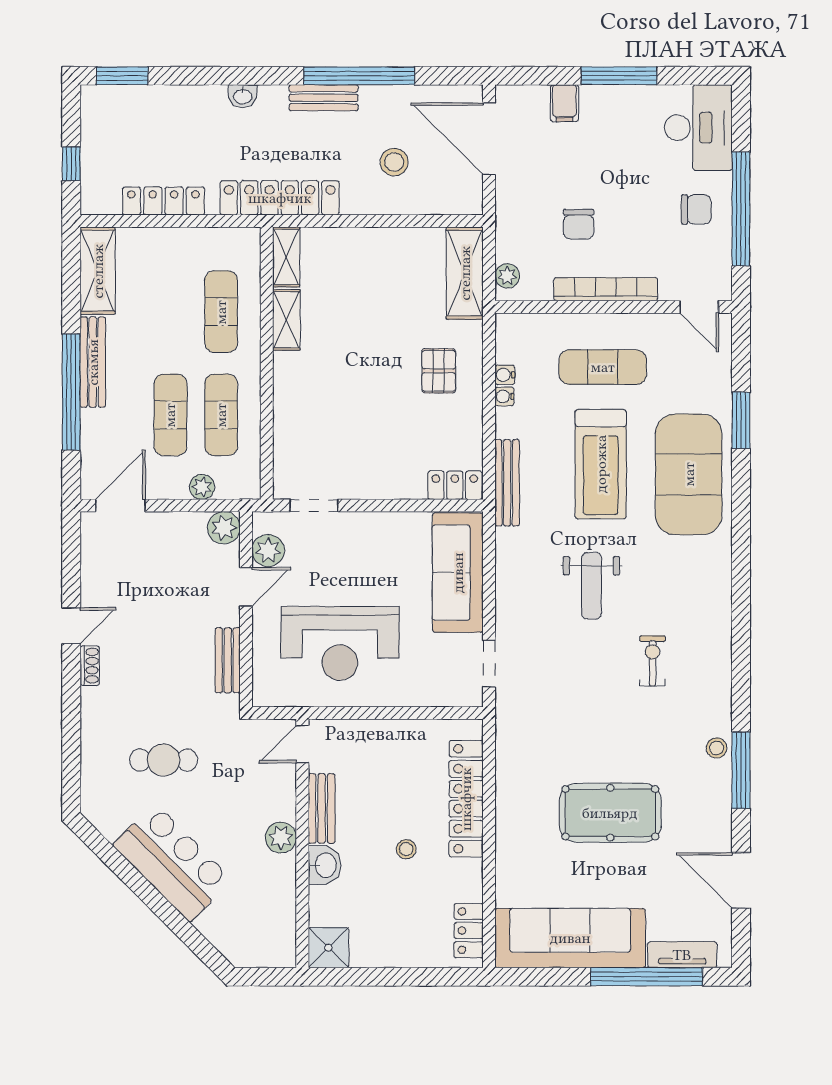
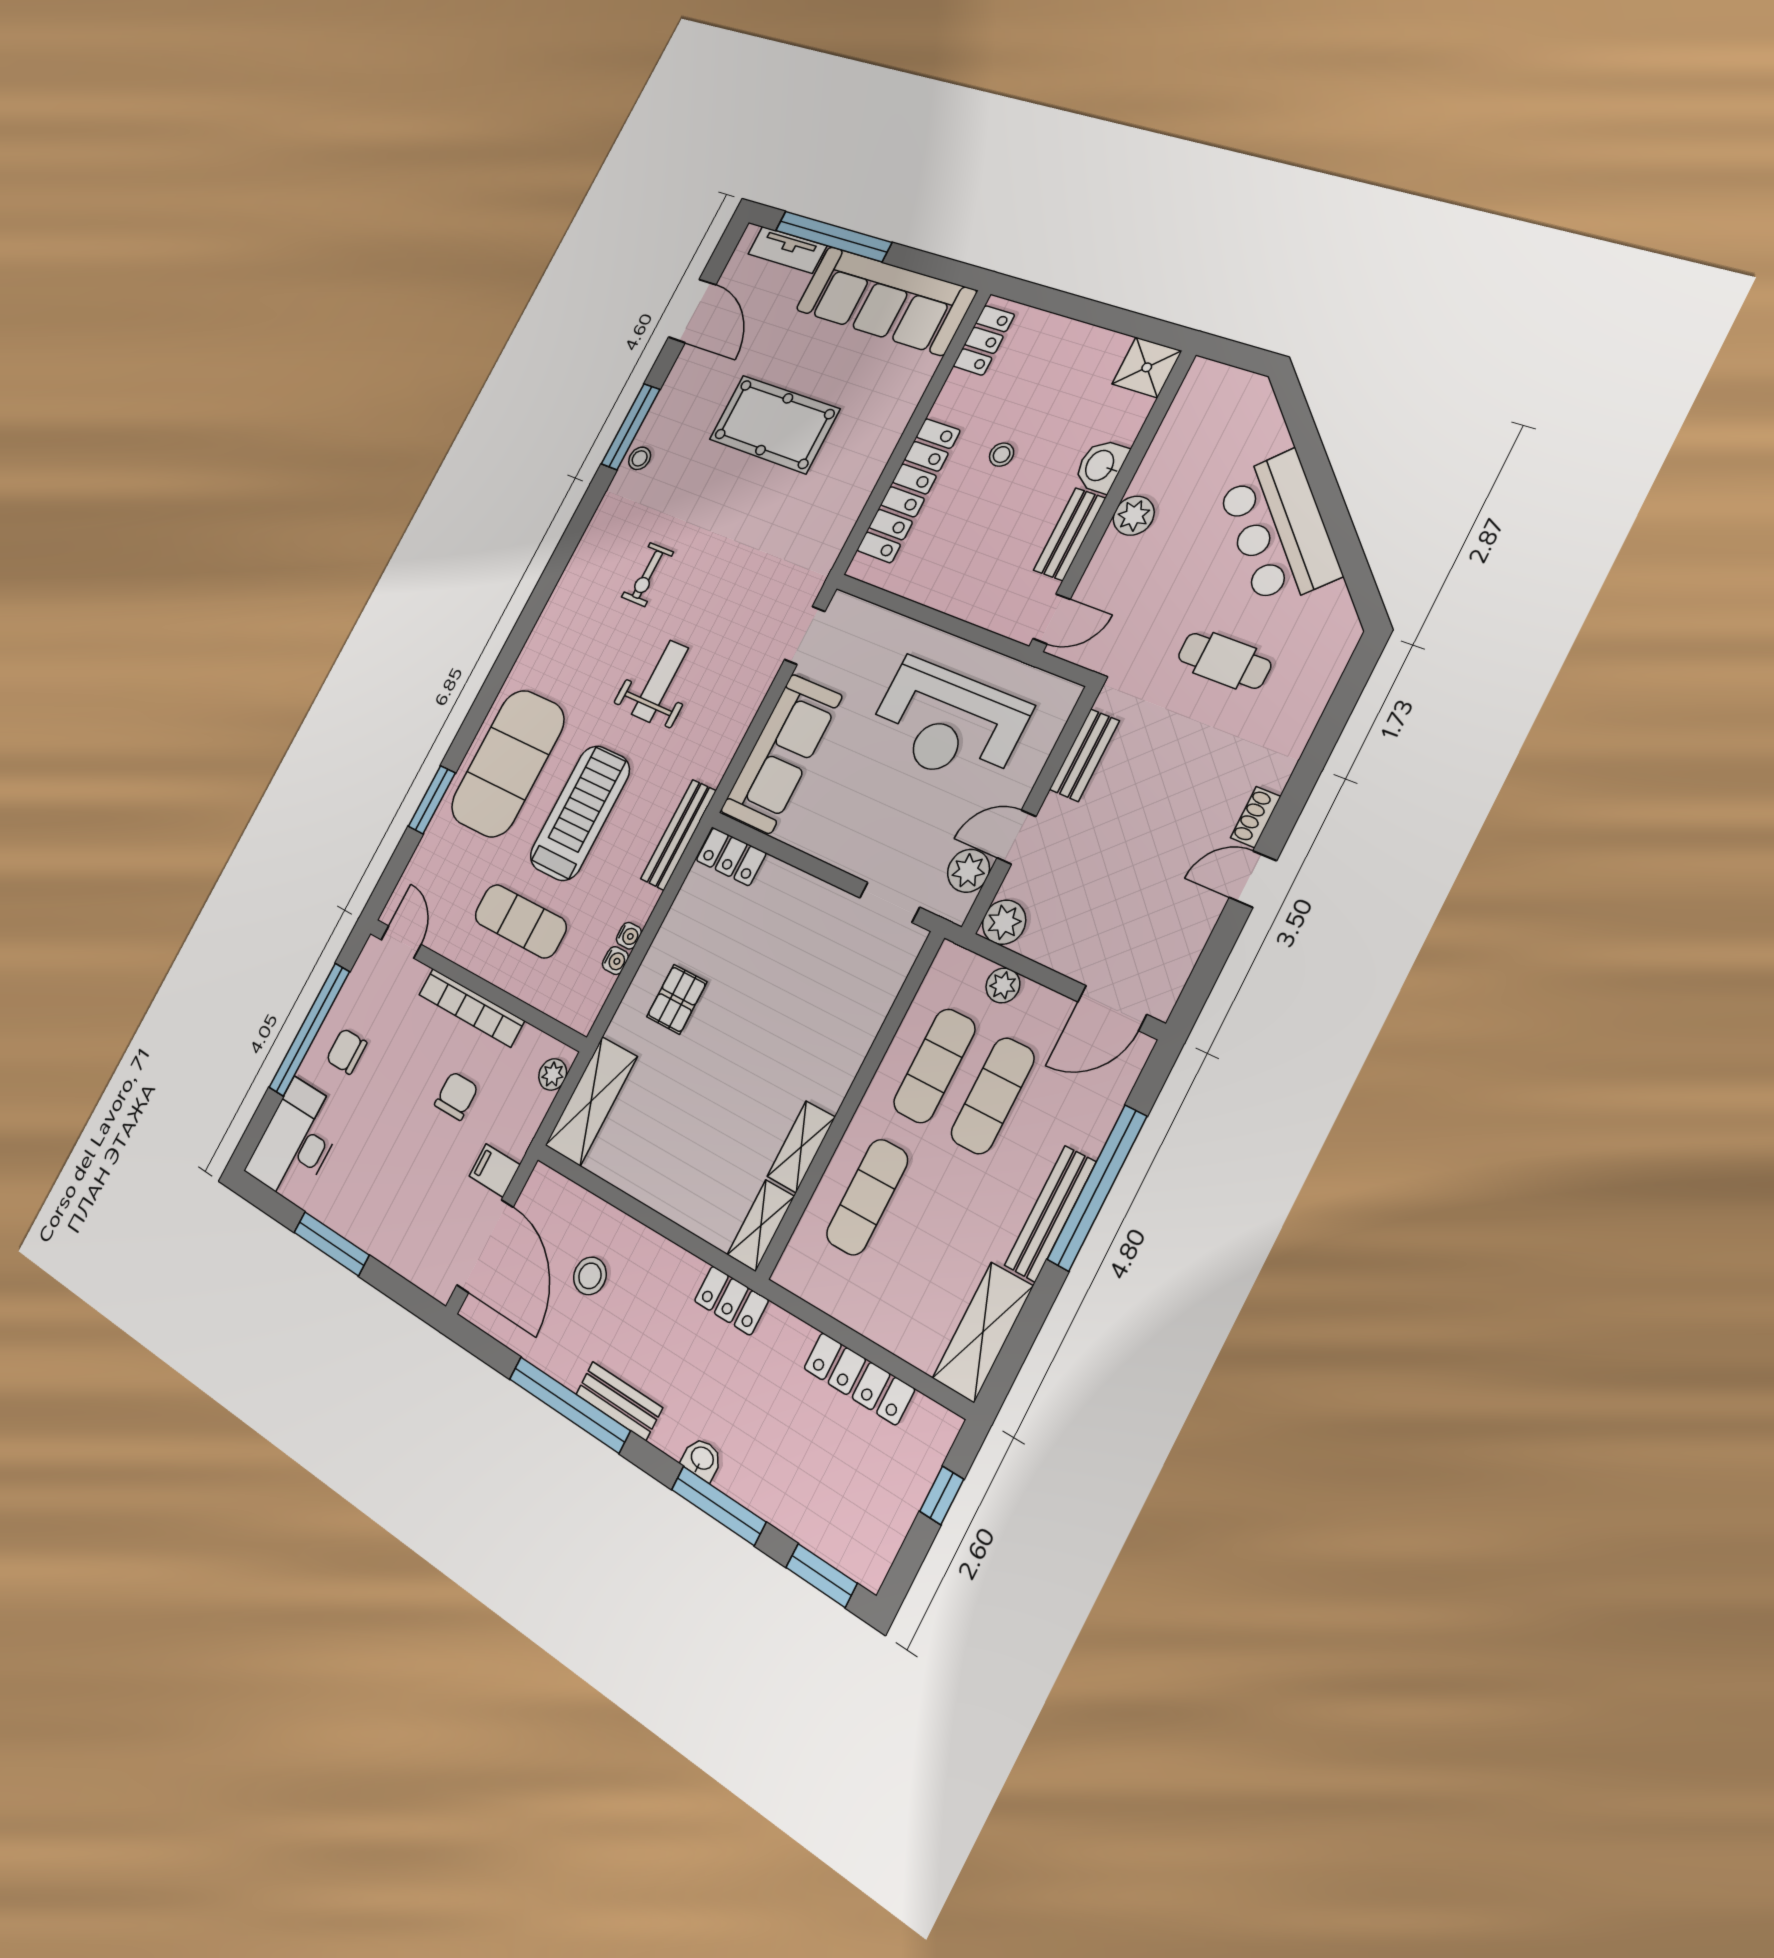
window: (215, 76) -> (719, 1506), added
filing cabinet: (565, 103) -> (495, 1170), moved, turned -90
locker: (280, 198) -> (731, 1300), width x0.46, depth x0.83
reception desk: (340, 643) -> (948, 723), turned 180

